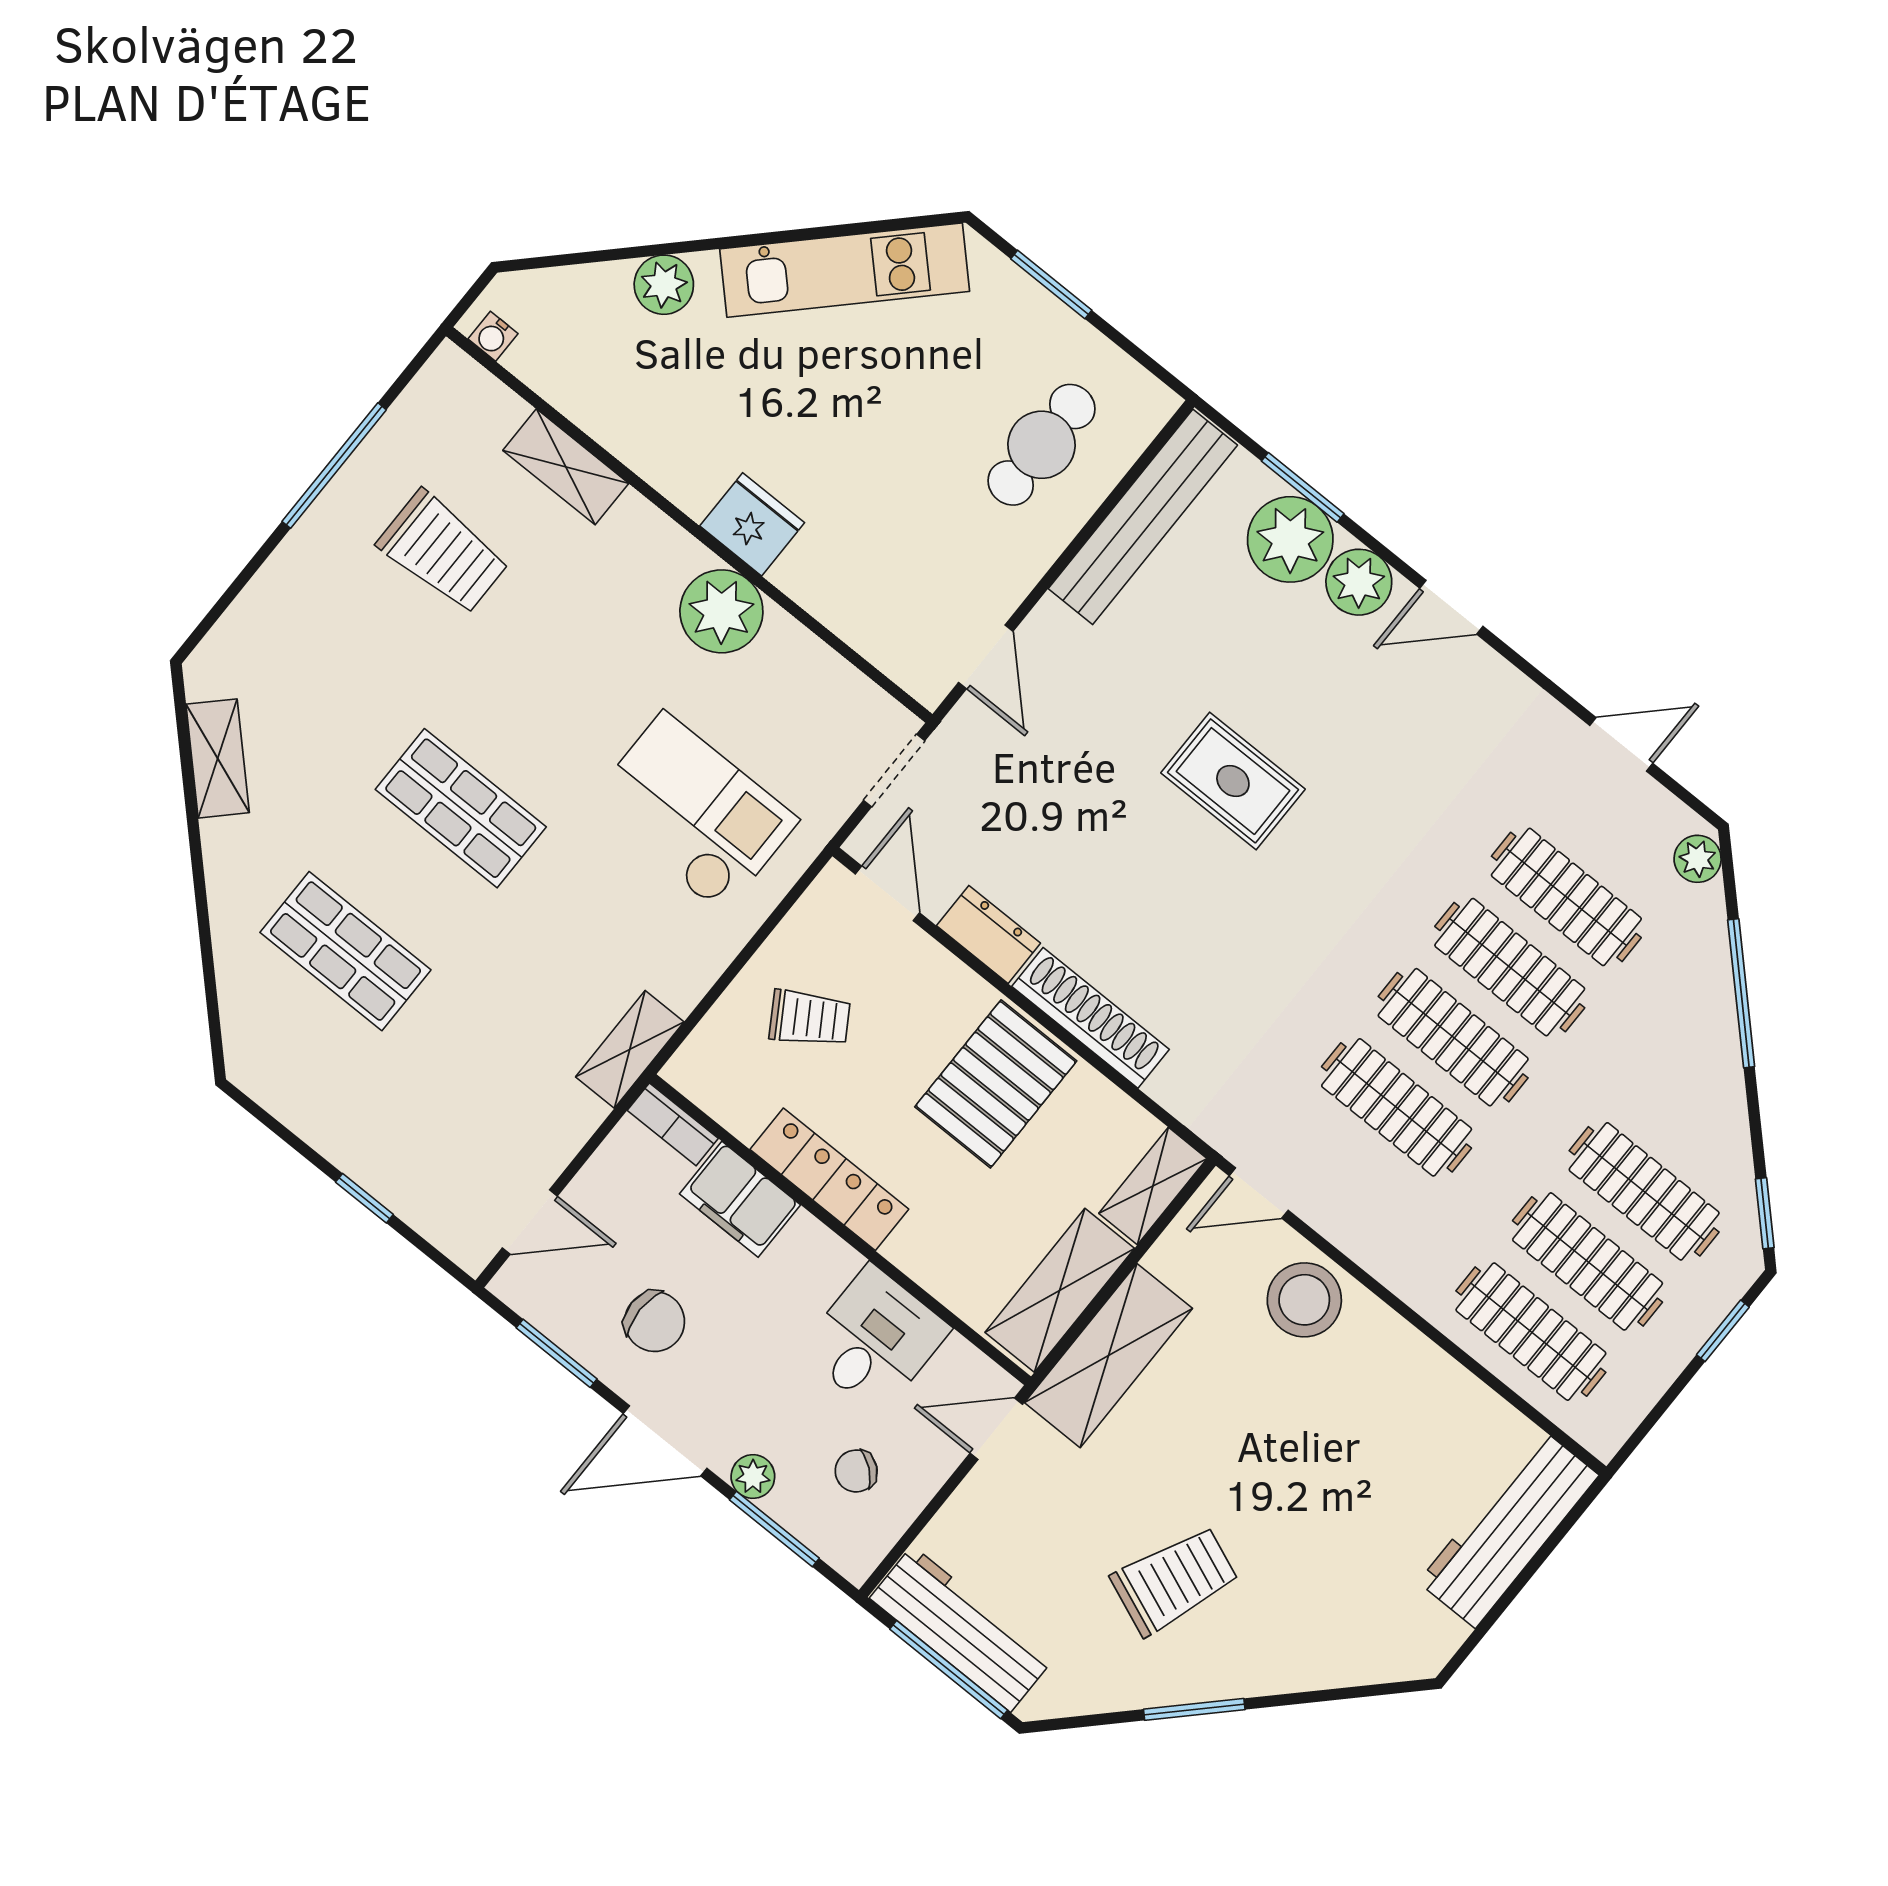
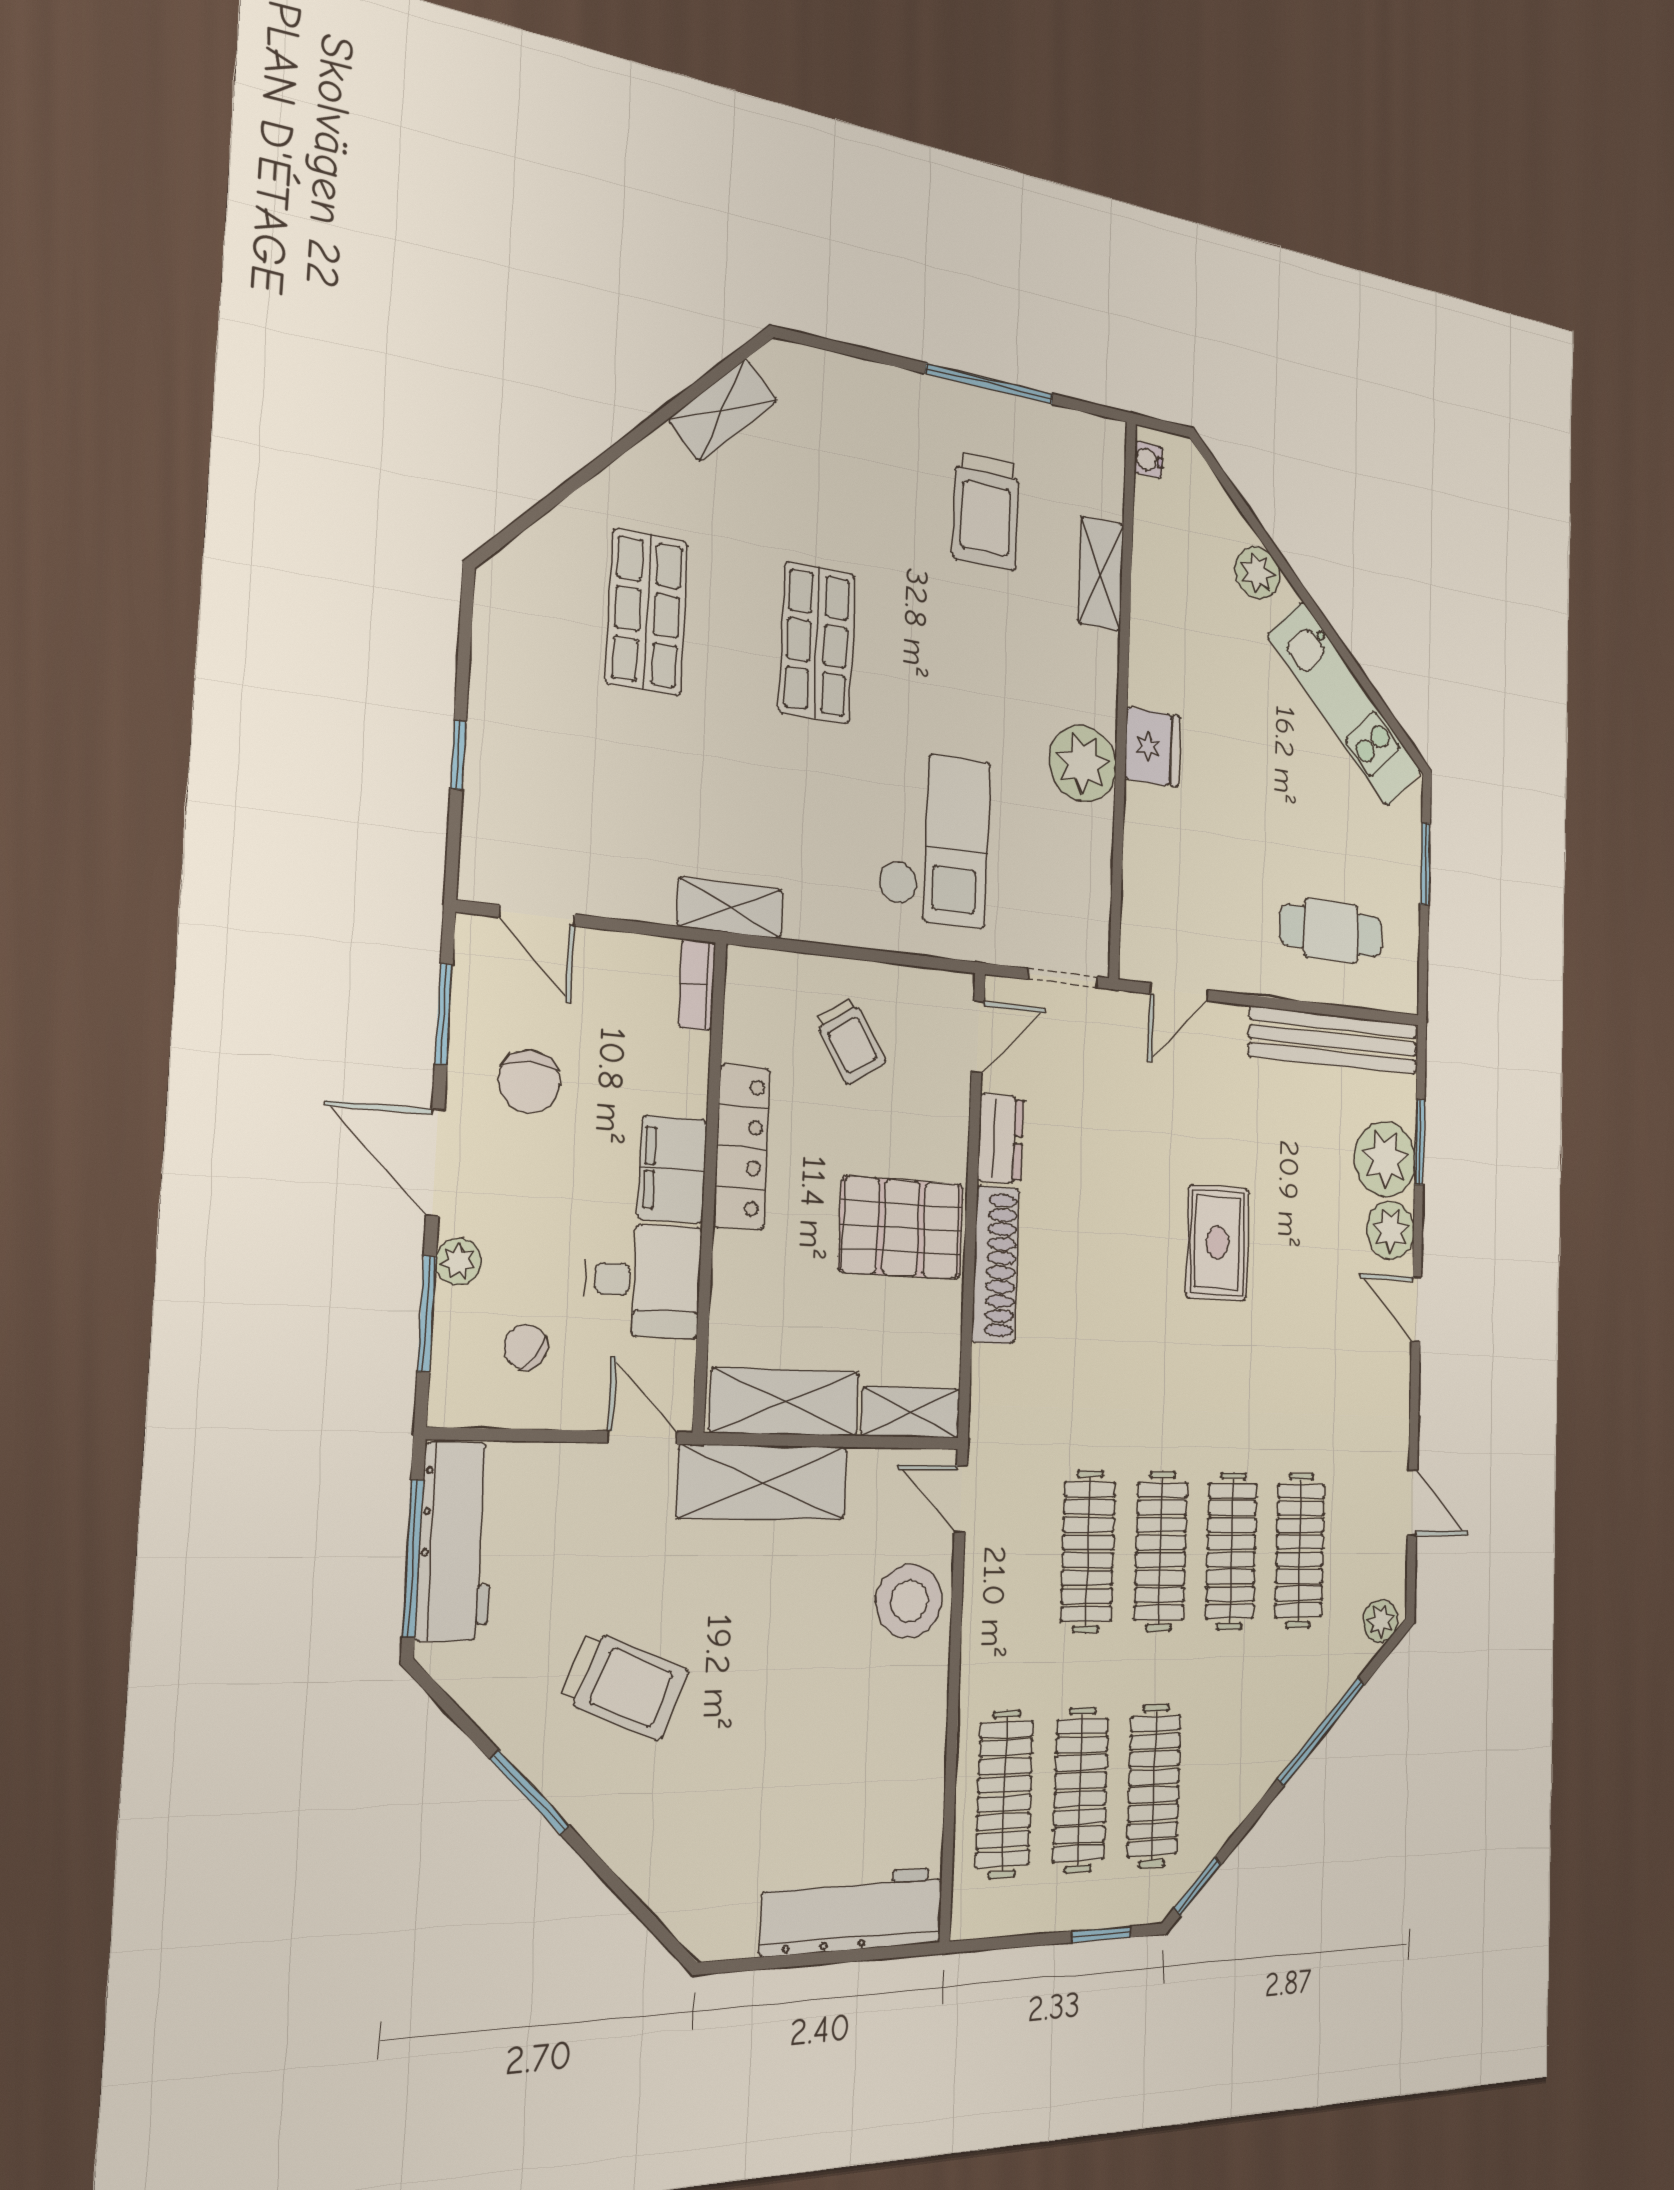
filing cabinet: (740, 1199) -> (673, 1169), moved

